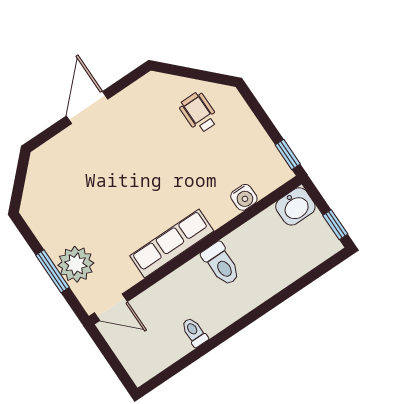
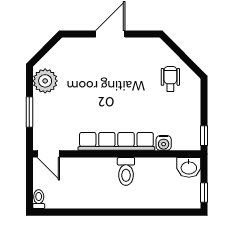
row of seats: (172, 243) -> (116, 141), width x1.36
plant: (76, 264) -> (45, 81), moved
toilet: (194, 332) -> (39, 199), moved

